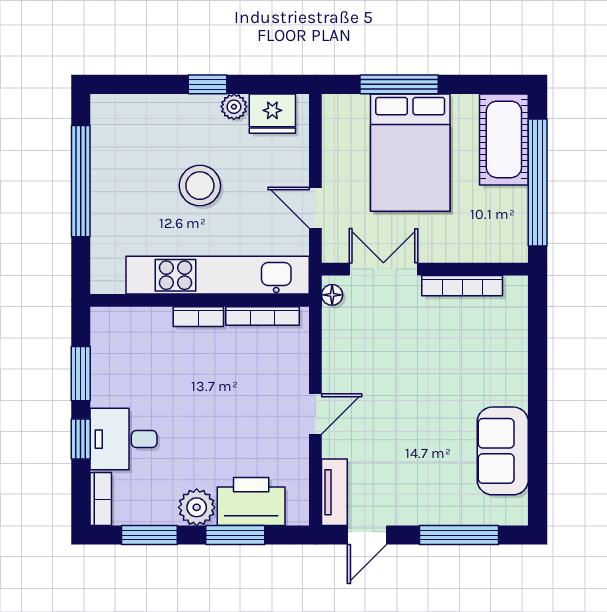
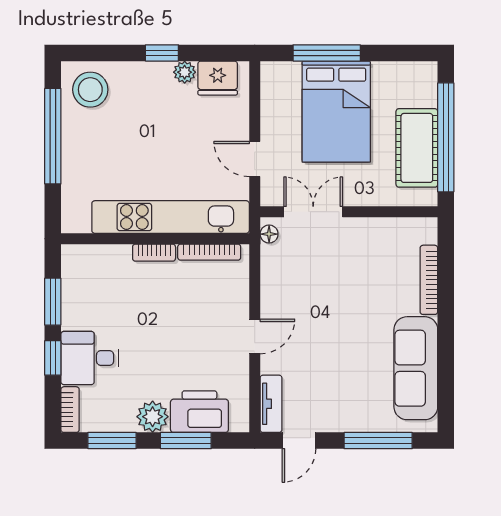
cot: (504, 139) -> (417, 148), moved
stool: (200, 186) -> (90, 90), moved
bookcase: (462, 286) -> (429, 280), moved, turned 90
sofa: (503, 451) -> (416, 368), width x1.36

